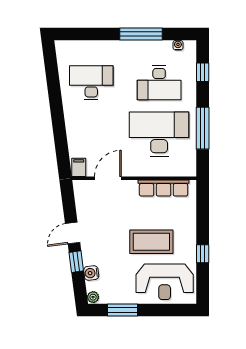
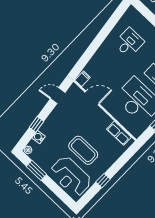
desk: (91, 83) -> (129, 43), width x0.73
row of seats: (164, 188) -> (119, 133), width x0.68
door: (73, 233) -> (58, 96), moved

